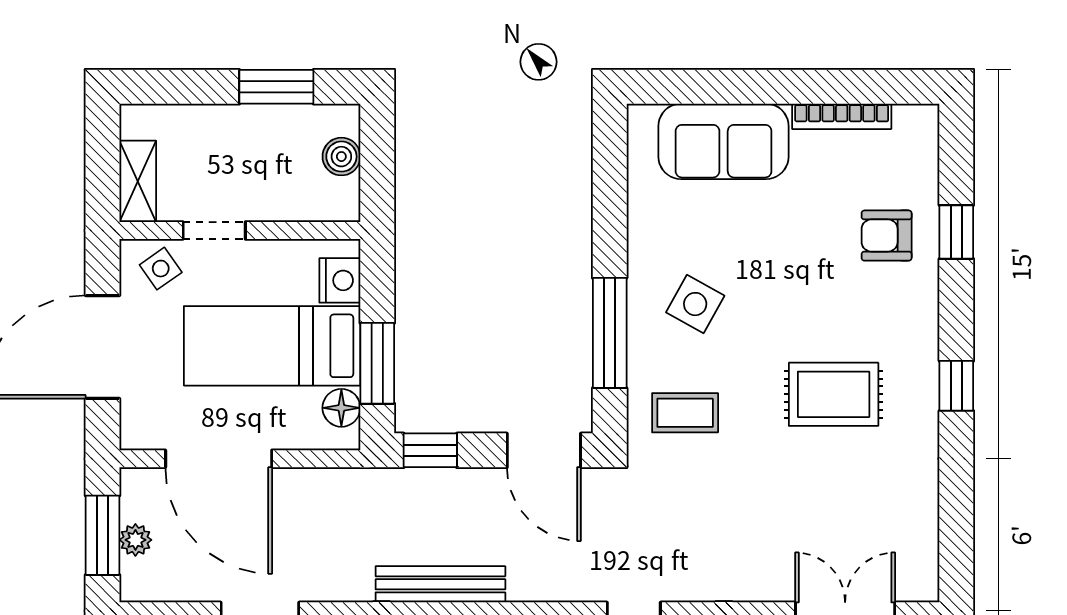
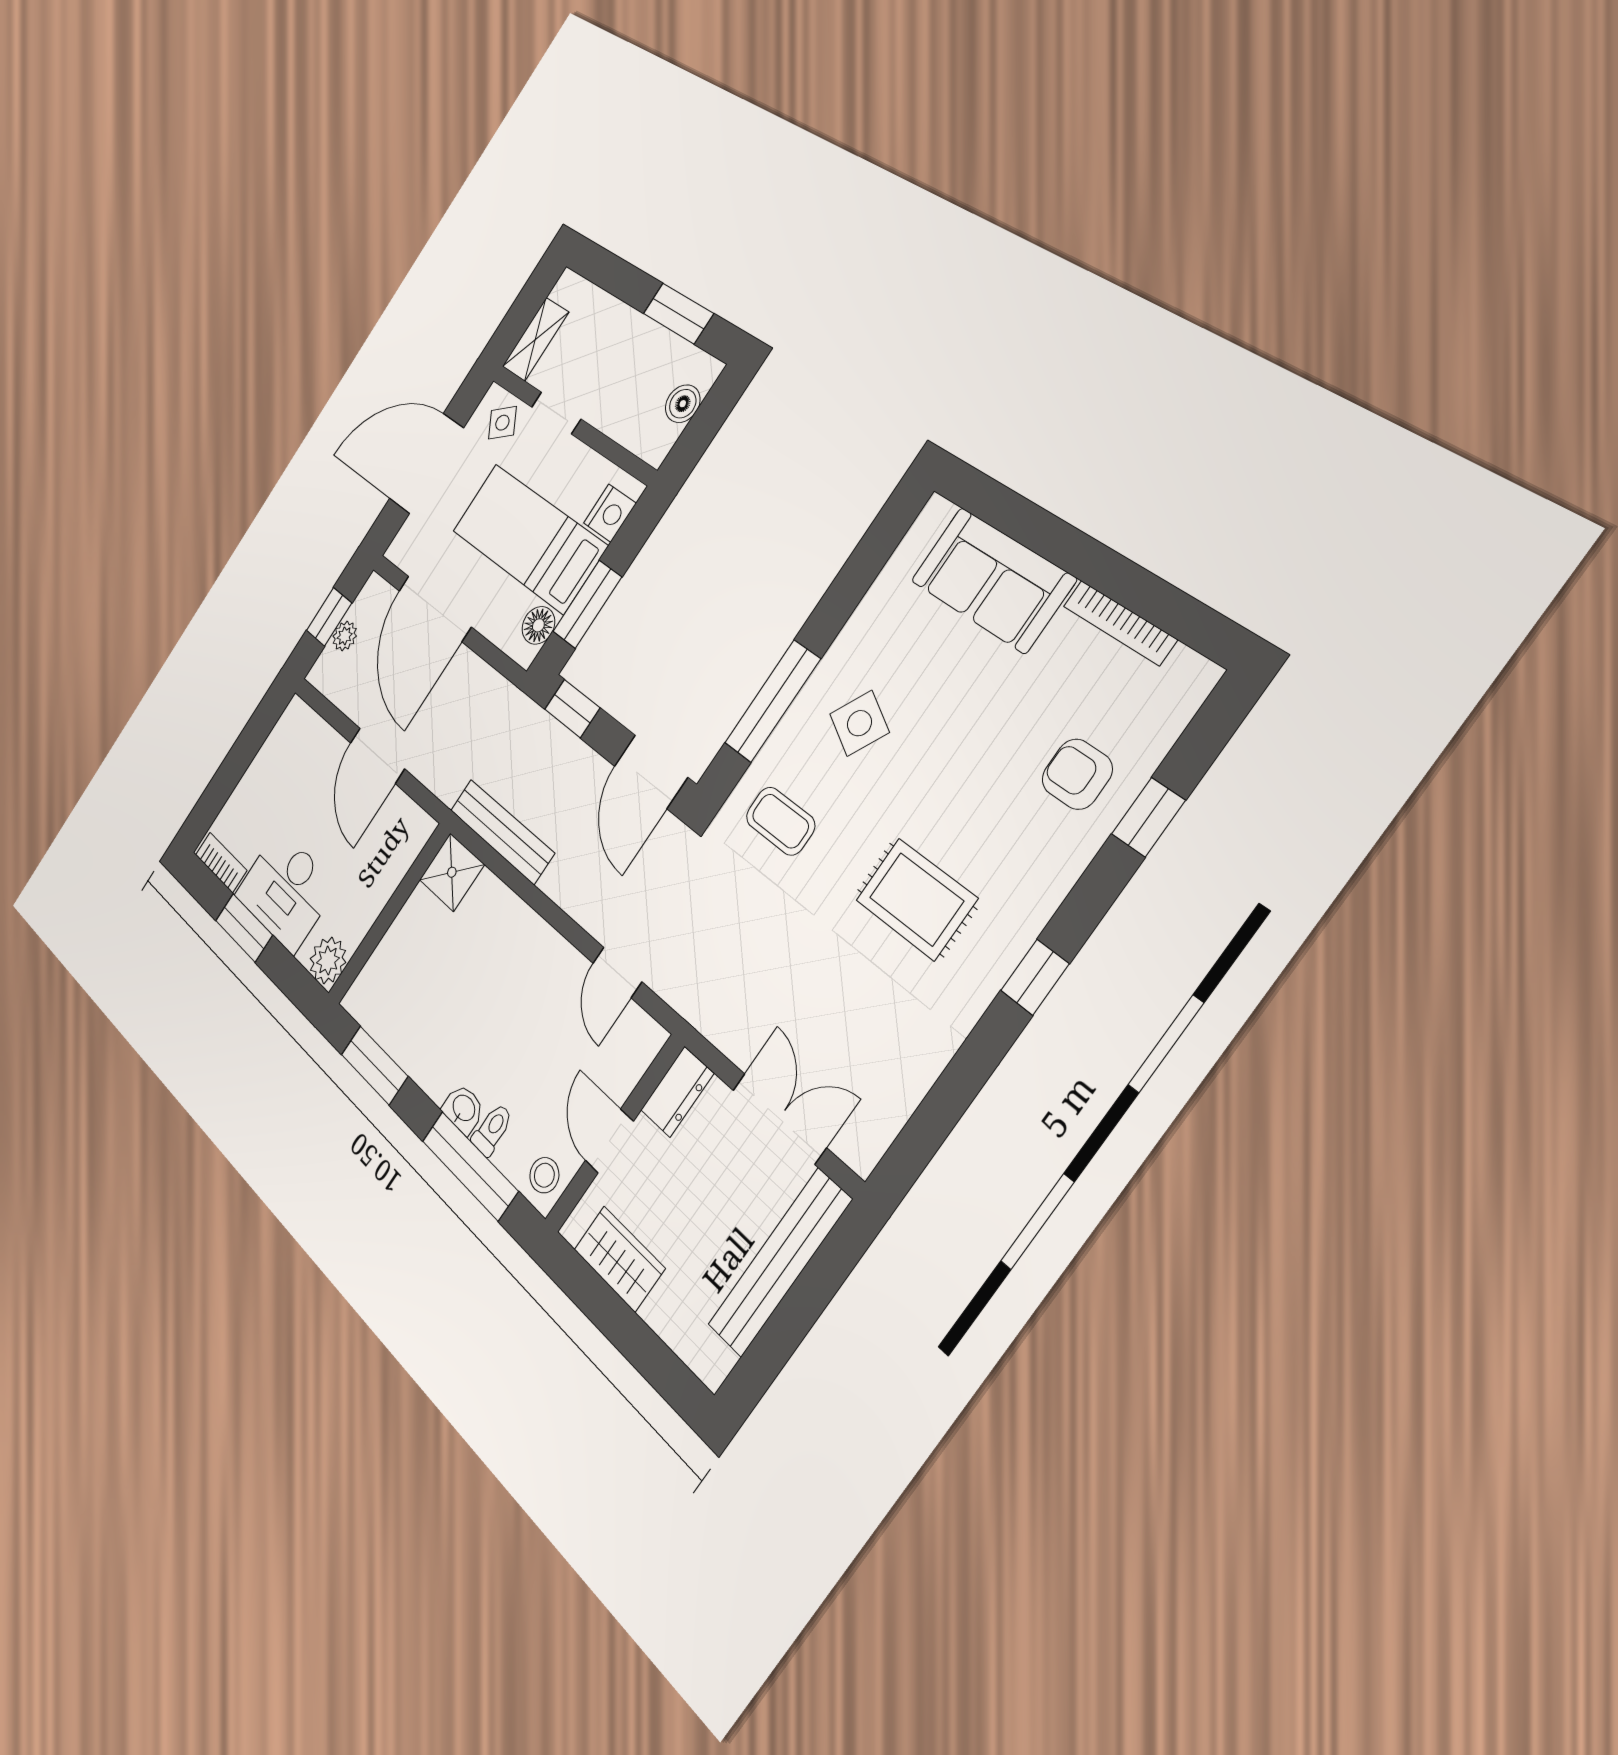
window: (102, 535) -> (329, 617), width x0.67

